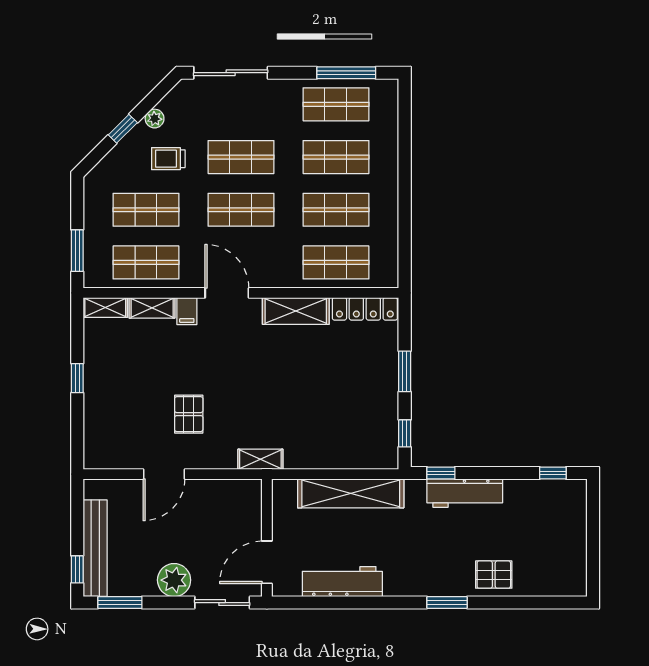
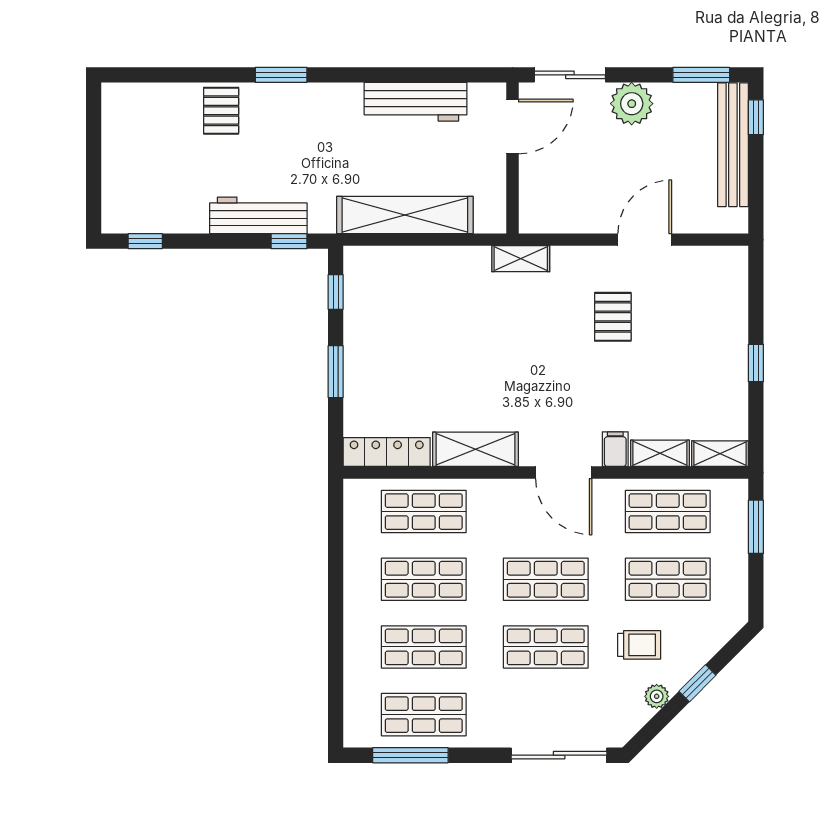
pallet: (494, 575) -> (221, 111), turned 90

